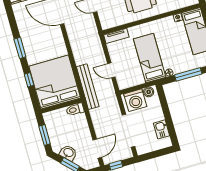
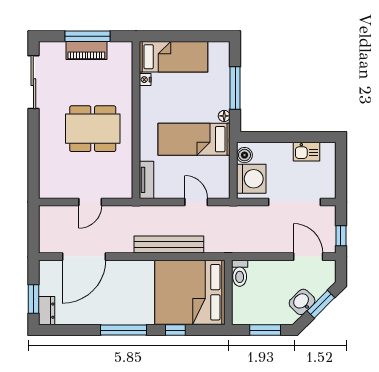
window: (20, 48) -> (124, 330), width x1.44
door: (111, 70) -> (196, 202), swing flipped
bench: (88, 87) -> (169, 245), moved

